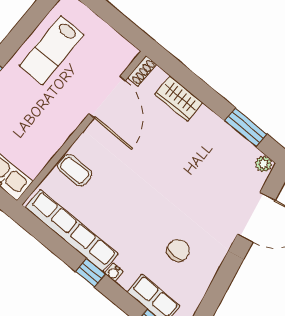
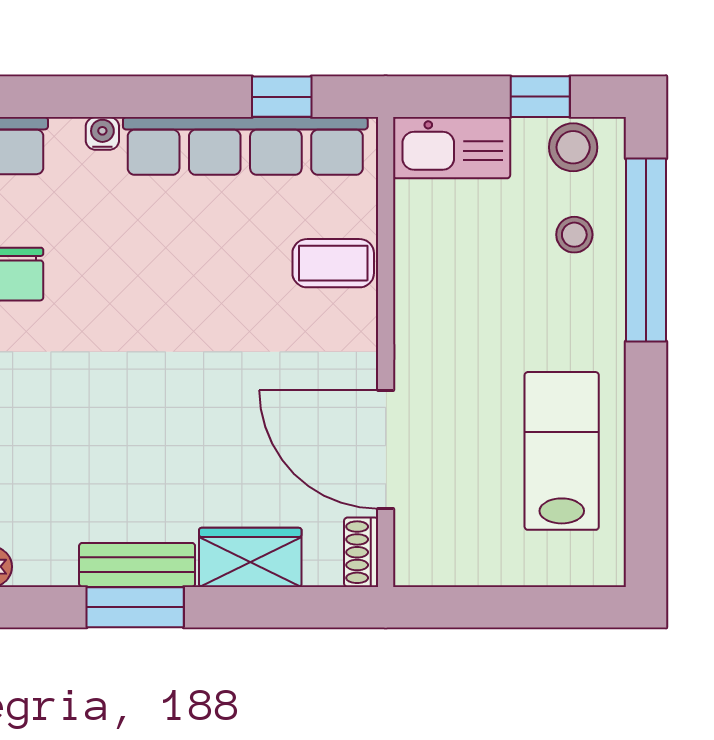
bench: (217, 126) -> (137, 565), added
window: (246, 127) -> (135, 607), moved
window: (90, 273) -> (282, 97), moved

